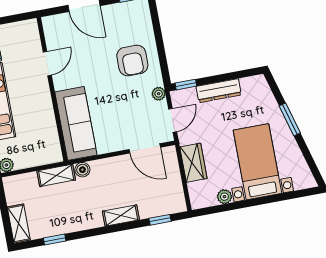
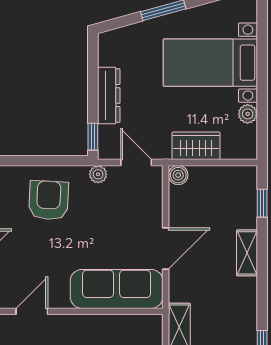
armchair: (132, 60) -> (49, 200), turned -87
door: (47, 64) -> (32, 311), hinge flipped
door: (145, 148) -> (166, 249), moved
boiler: (82, 170) -> (178, 175), moved

